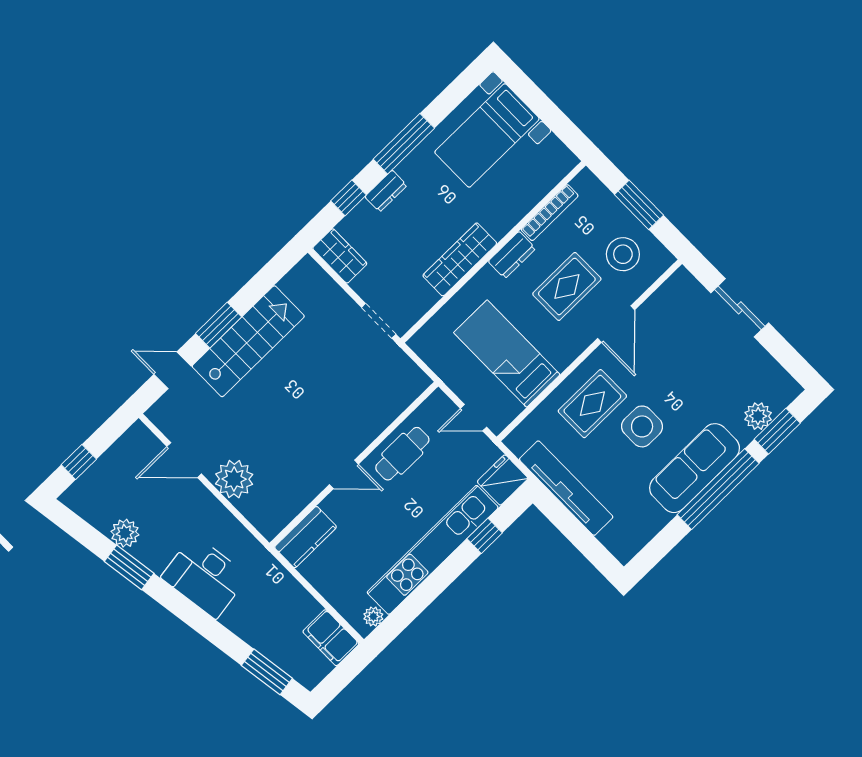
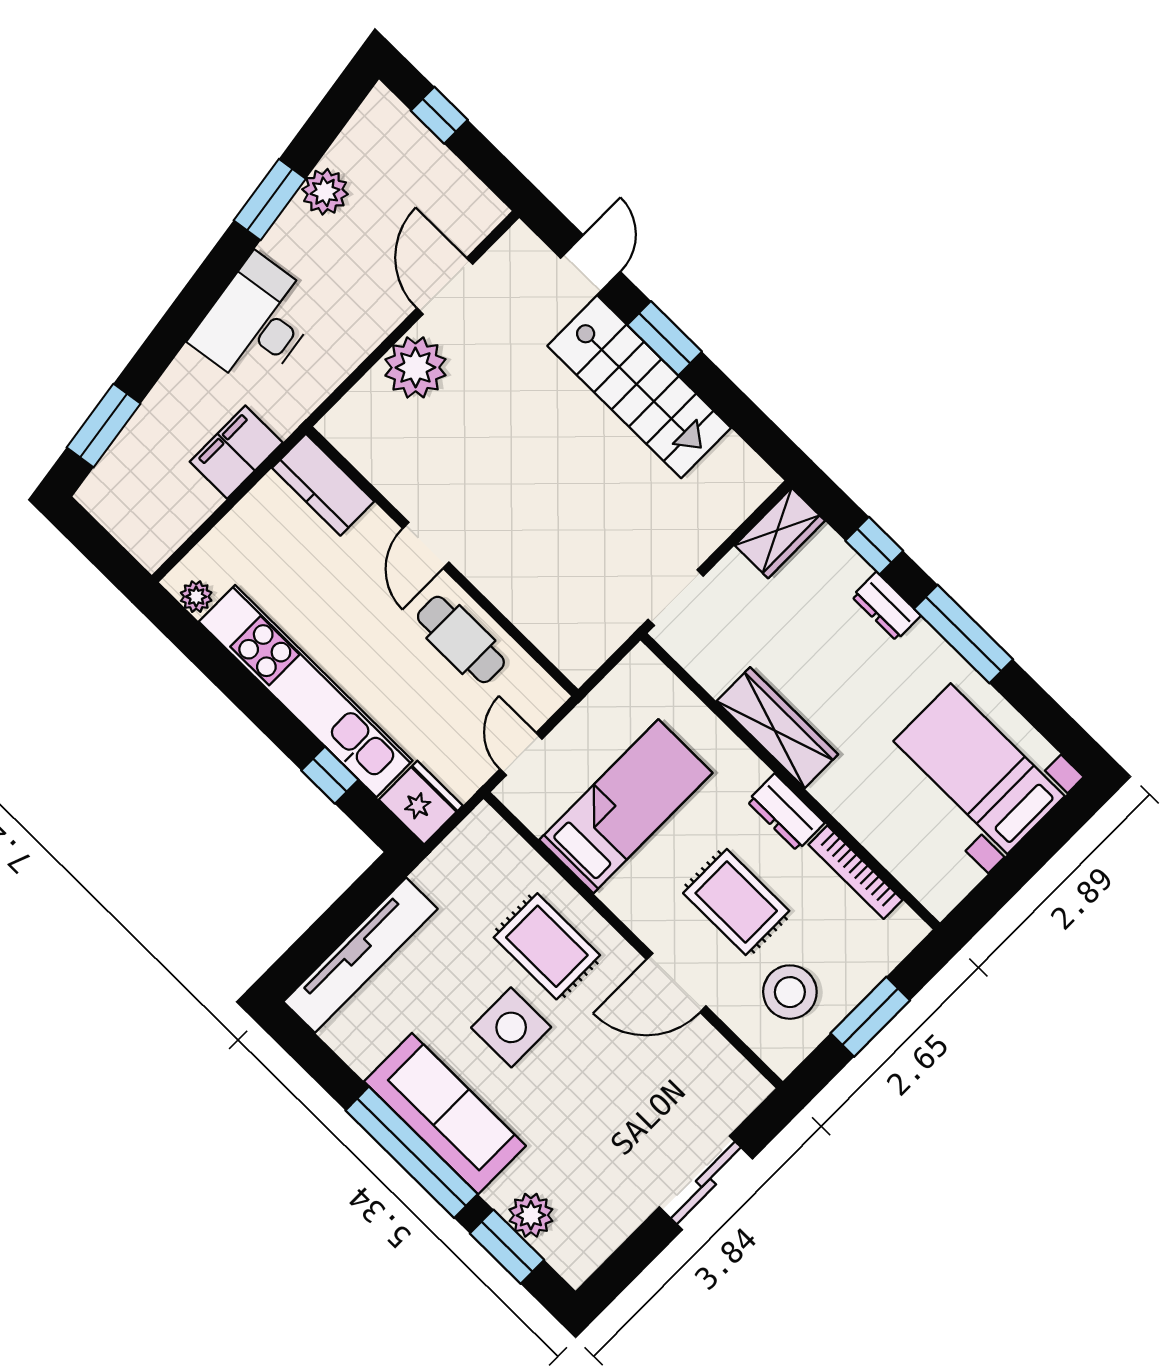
tv unit: (566, 488) -> (361, 955), moved
filing cabinet: (331, 638) -> (236, 452), moved

